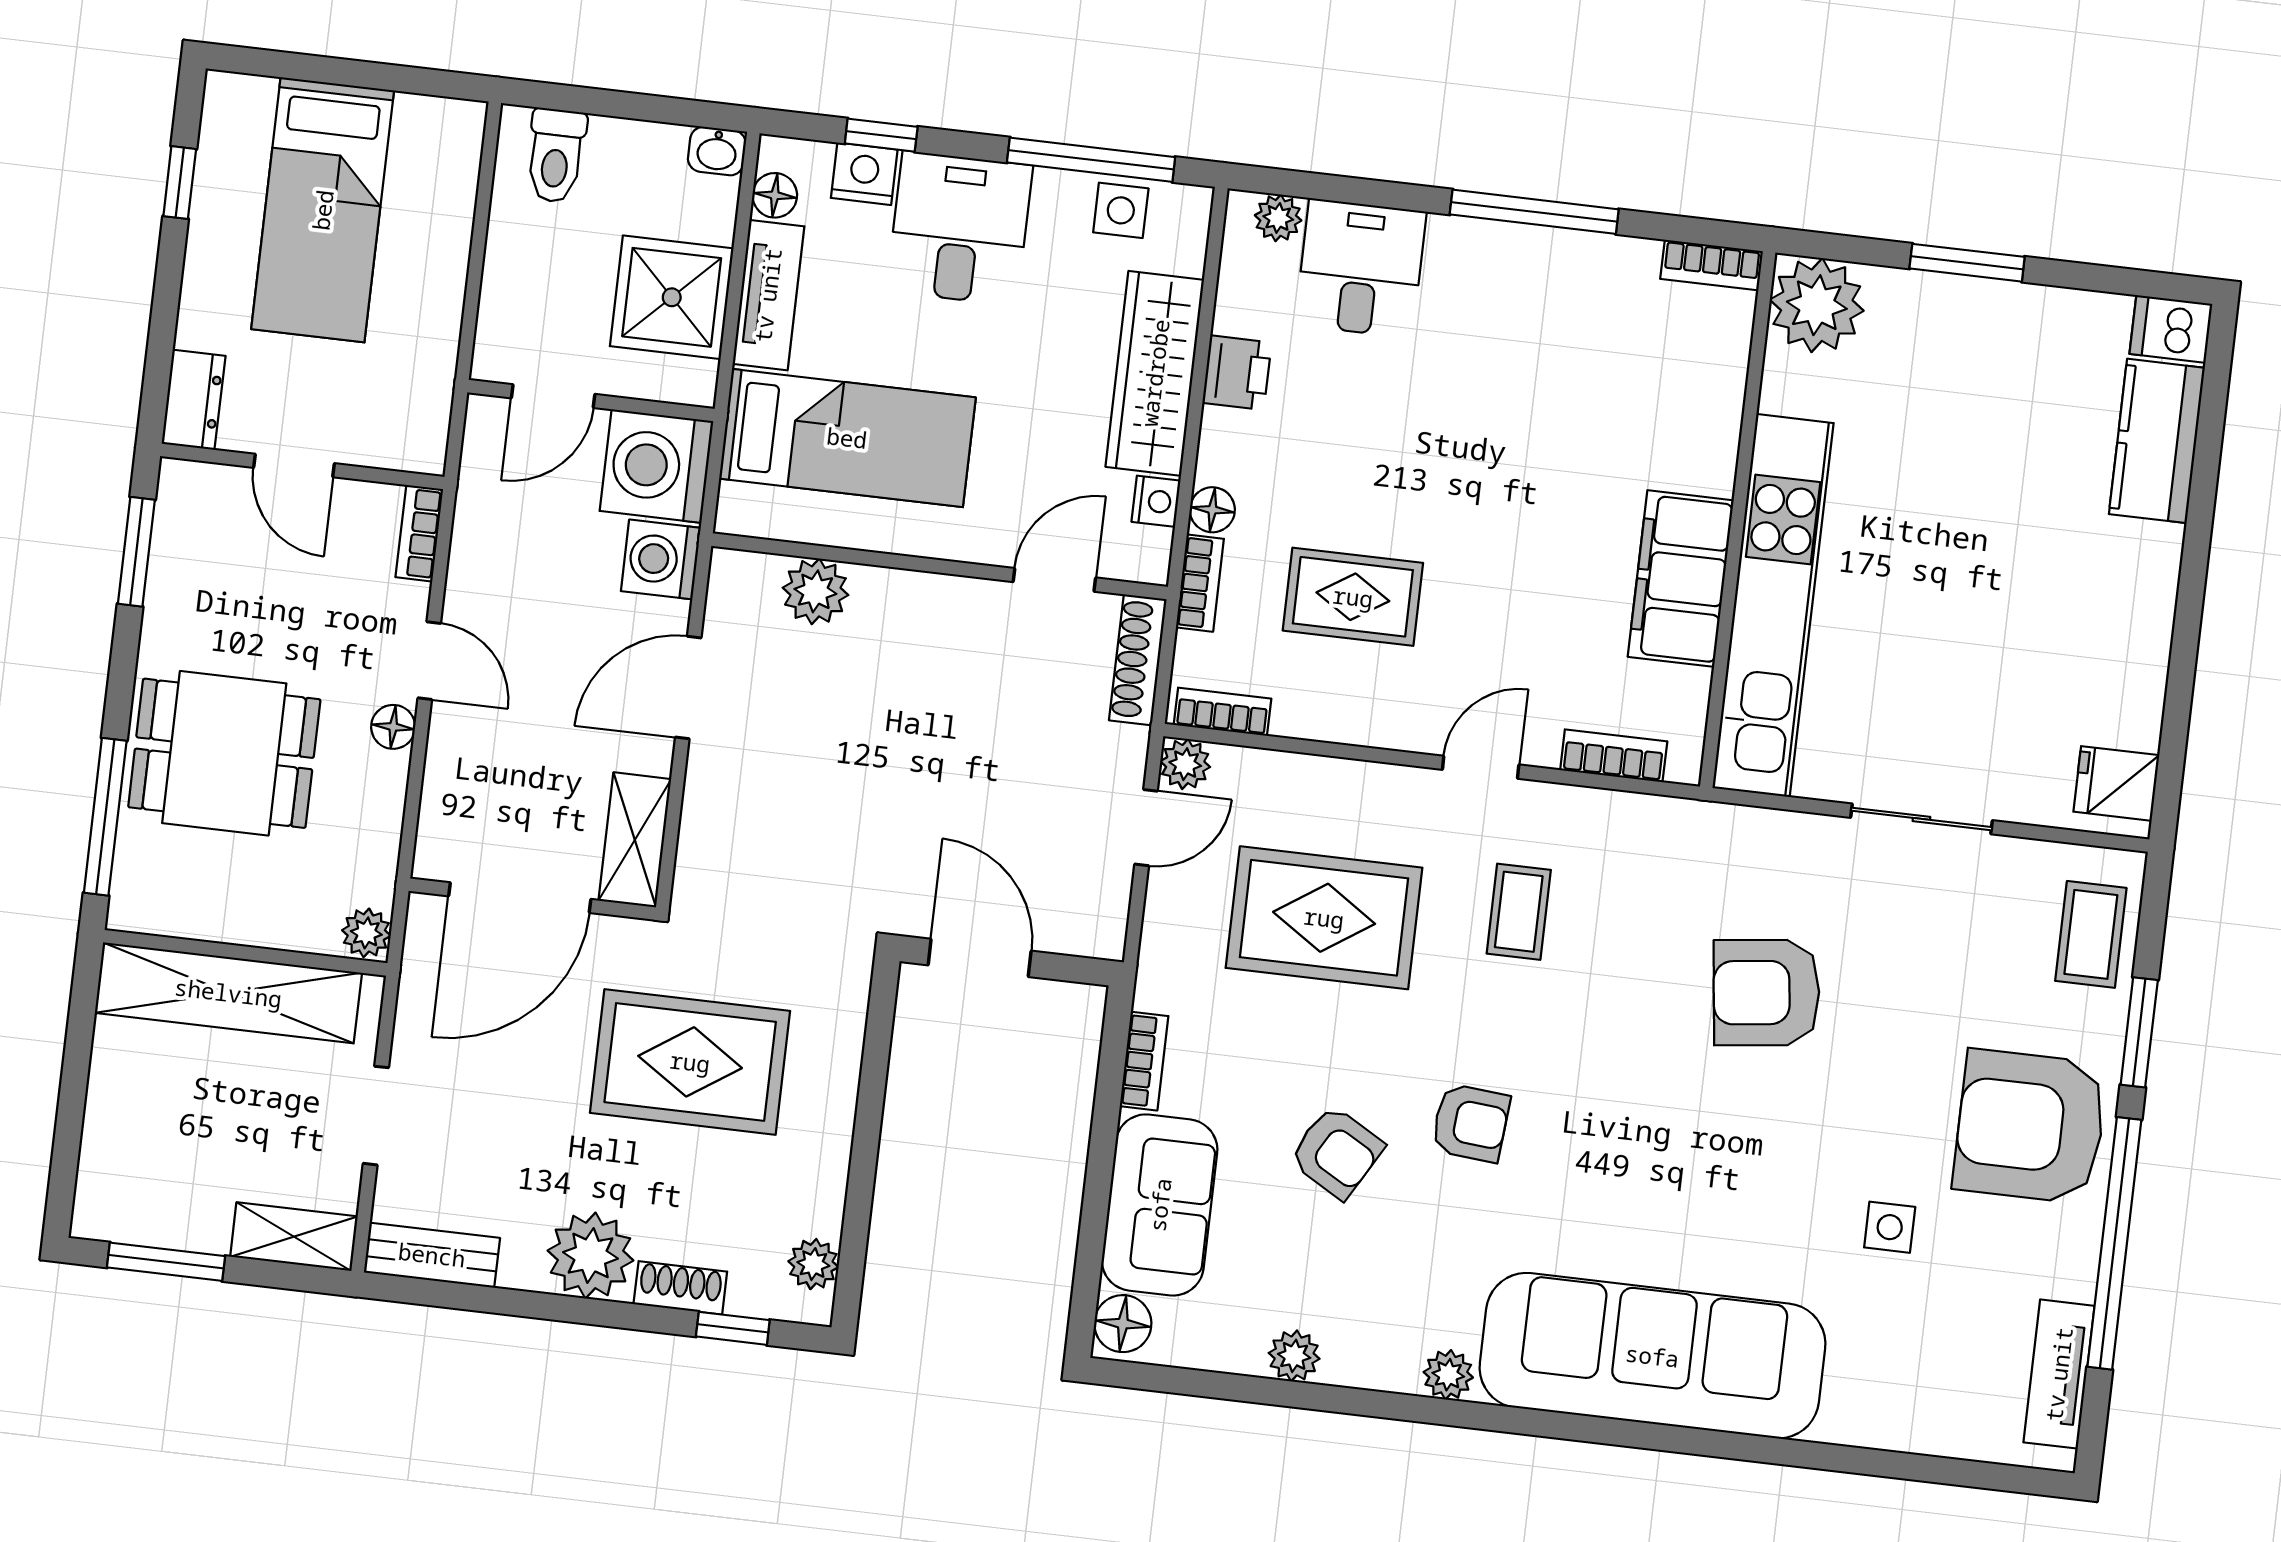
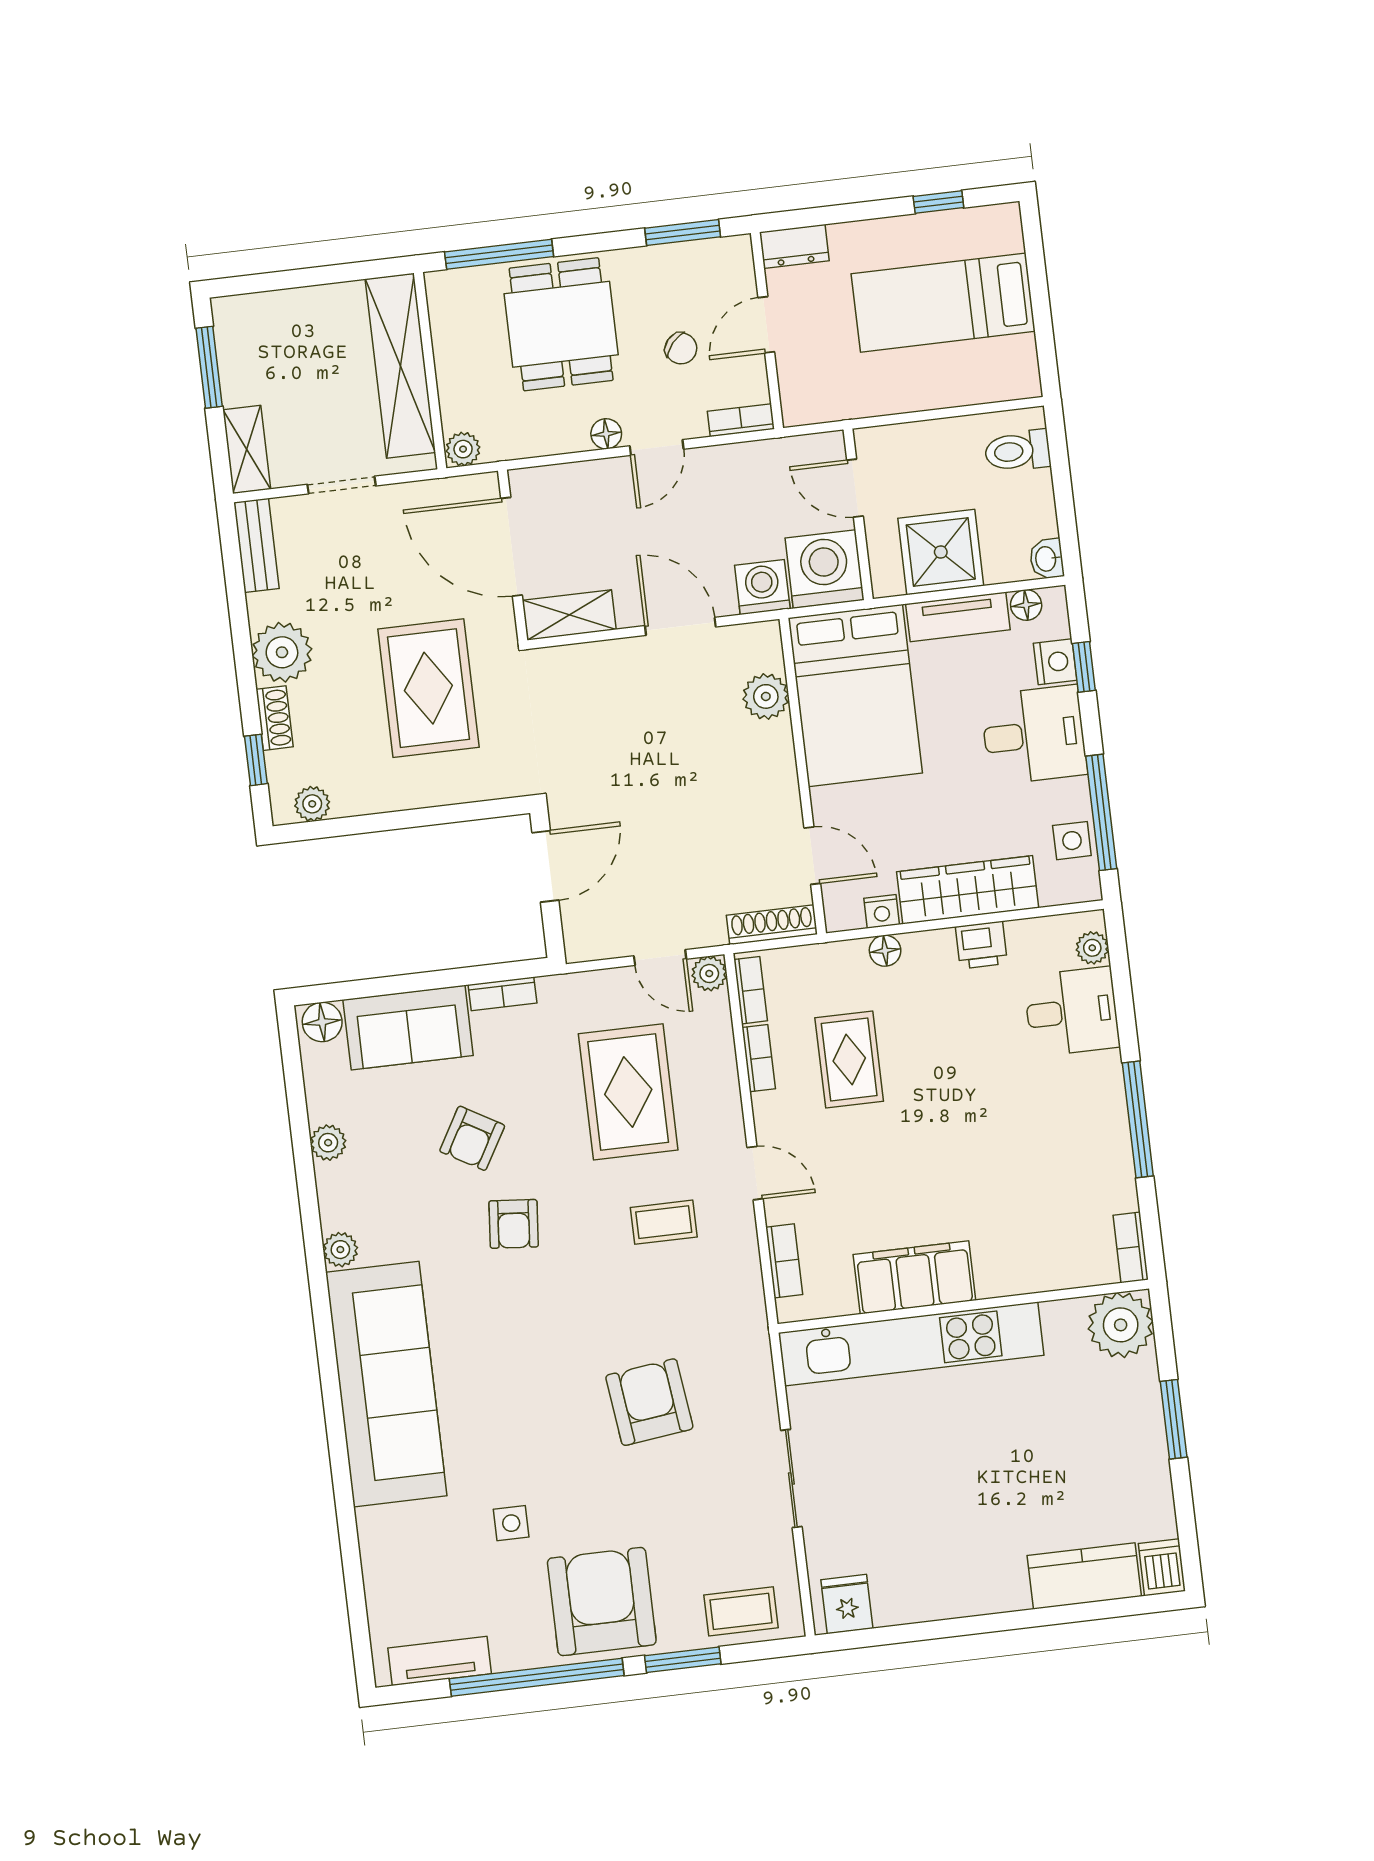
bed: (847, 438) -> (855, 695), width x1.50
bookcase: (1200, 583) -> (759, 1058), moved, turned -90
chair: (298, 593) -> (681, 348), added

